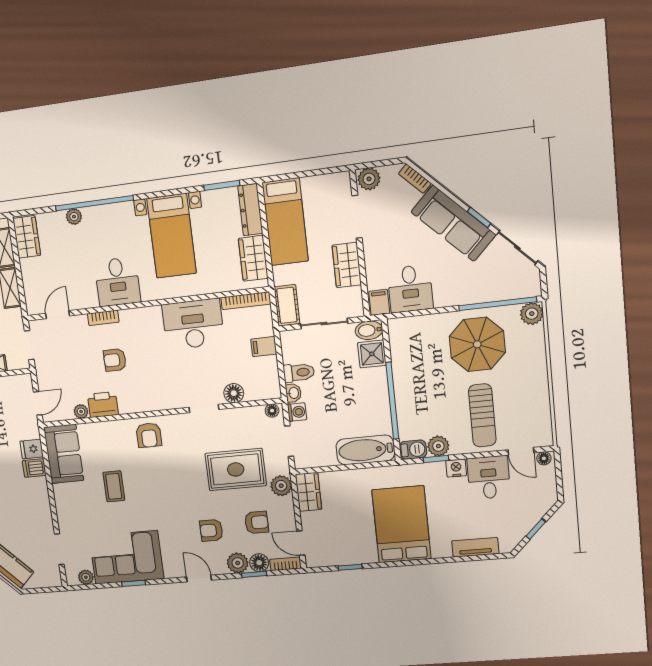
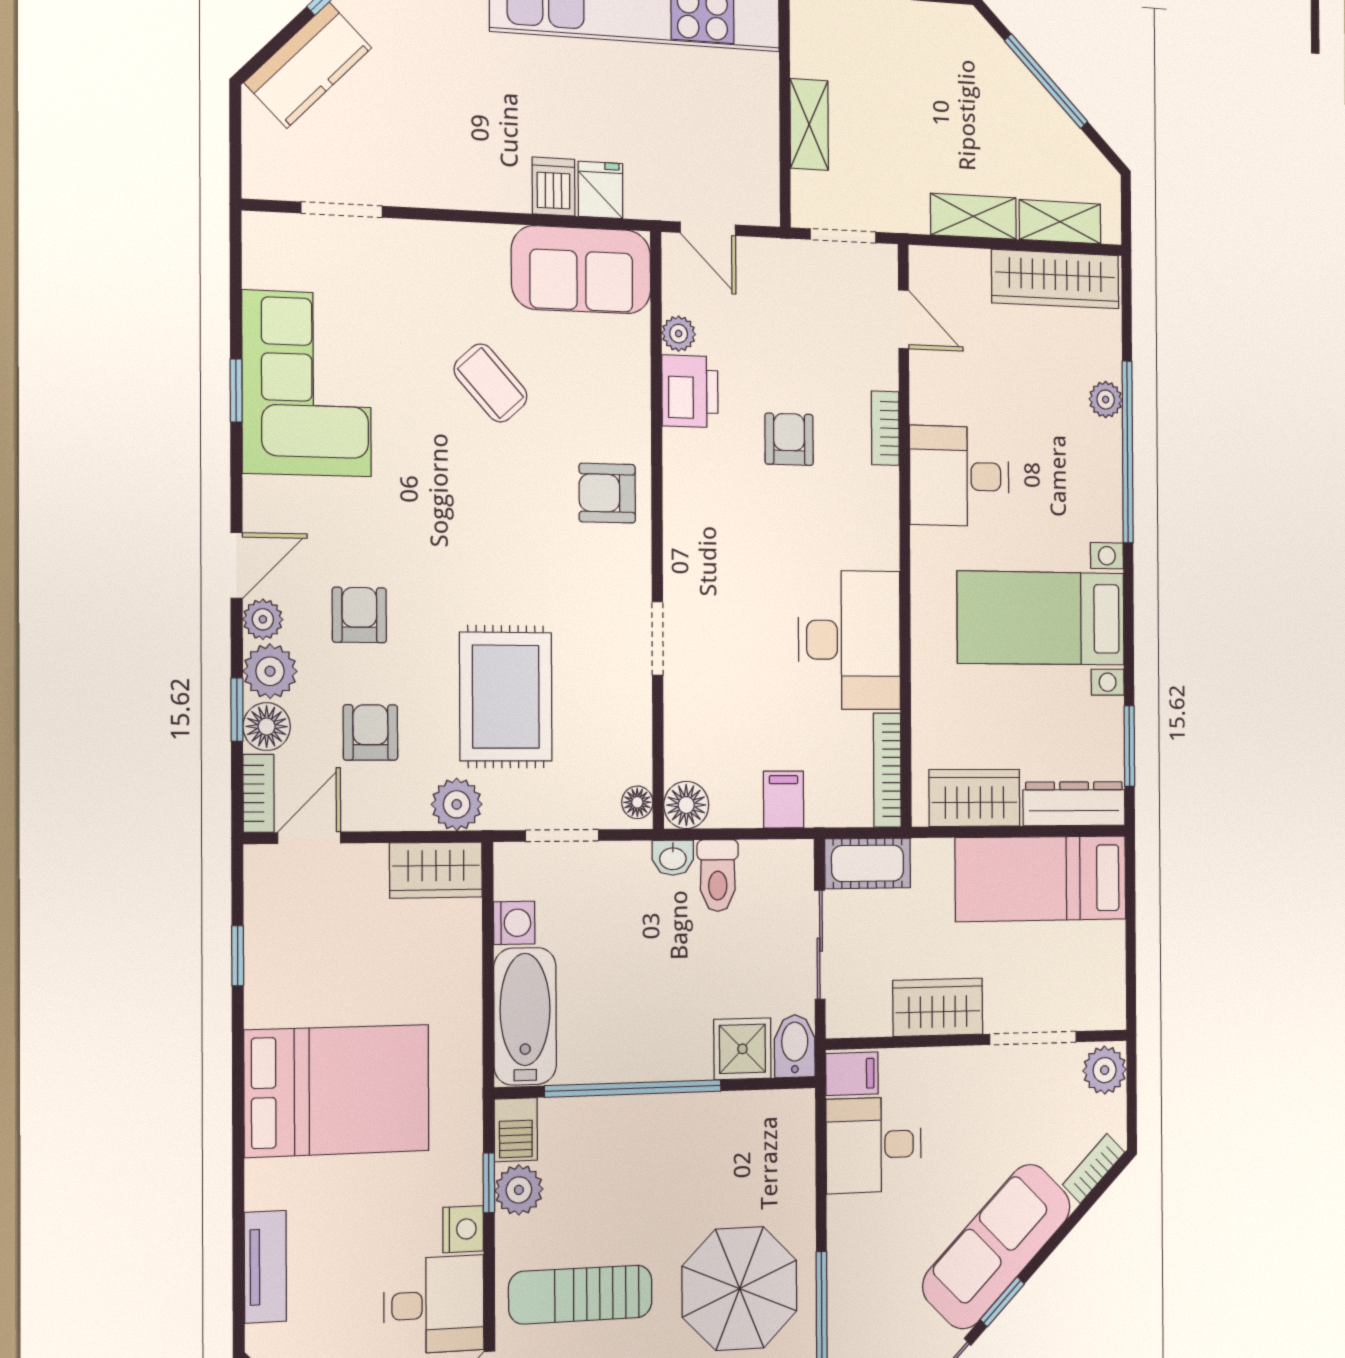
wardrobe: (27, 237) -> (1055, 279), width x1.50
floor lamp: (234, 393) -> (686, 805), moved
washing machine: (297, 412) -> (514, 923), moved, turned -90
coffee table: (114, 486) -> (491, 383), turned 48
armchair: (257, 522) -> (370, 732), turned 180
plant: (86, 577) -> (263, 619), moved

